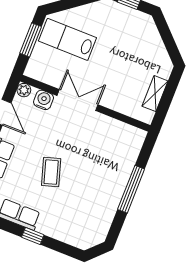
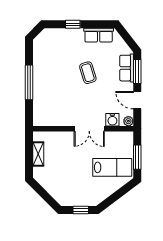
window: (33, 236) -> (73, 24), moved

